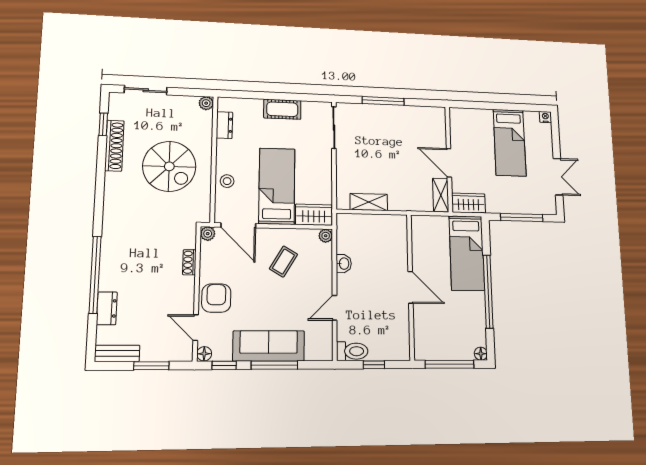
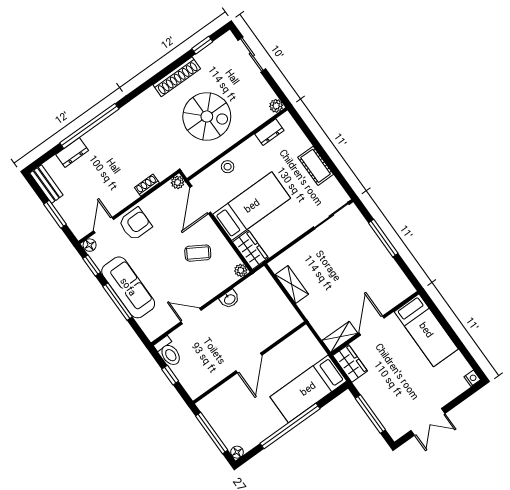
bed: (510, 143) -> (426, 330), moved, turned -90
shoe rack: (114, 146) -> (177, 77), moved
spiral stairs: (169, 166) -> (207, 116), turned -90

